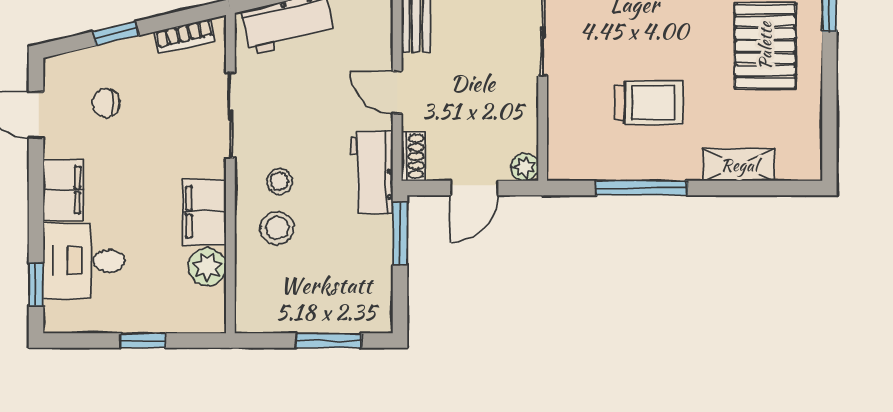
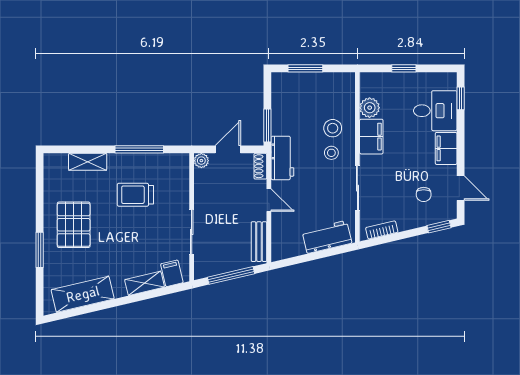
window: (116, 33) -> (439, 227), moved
chair: (106, 103) -> (424, 194), turned 90

